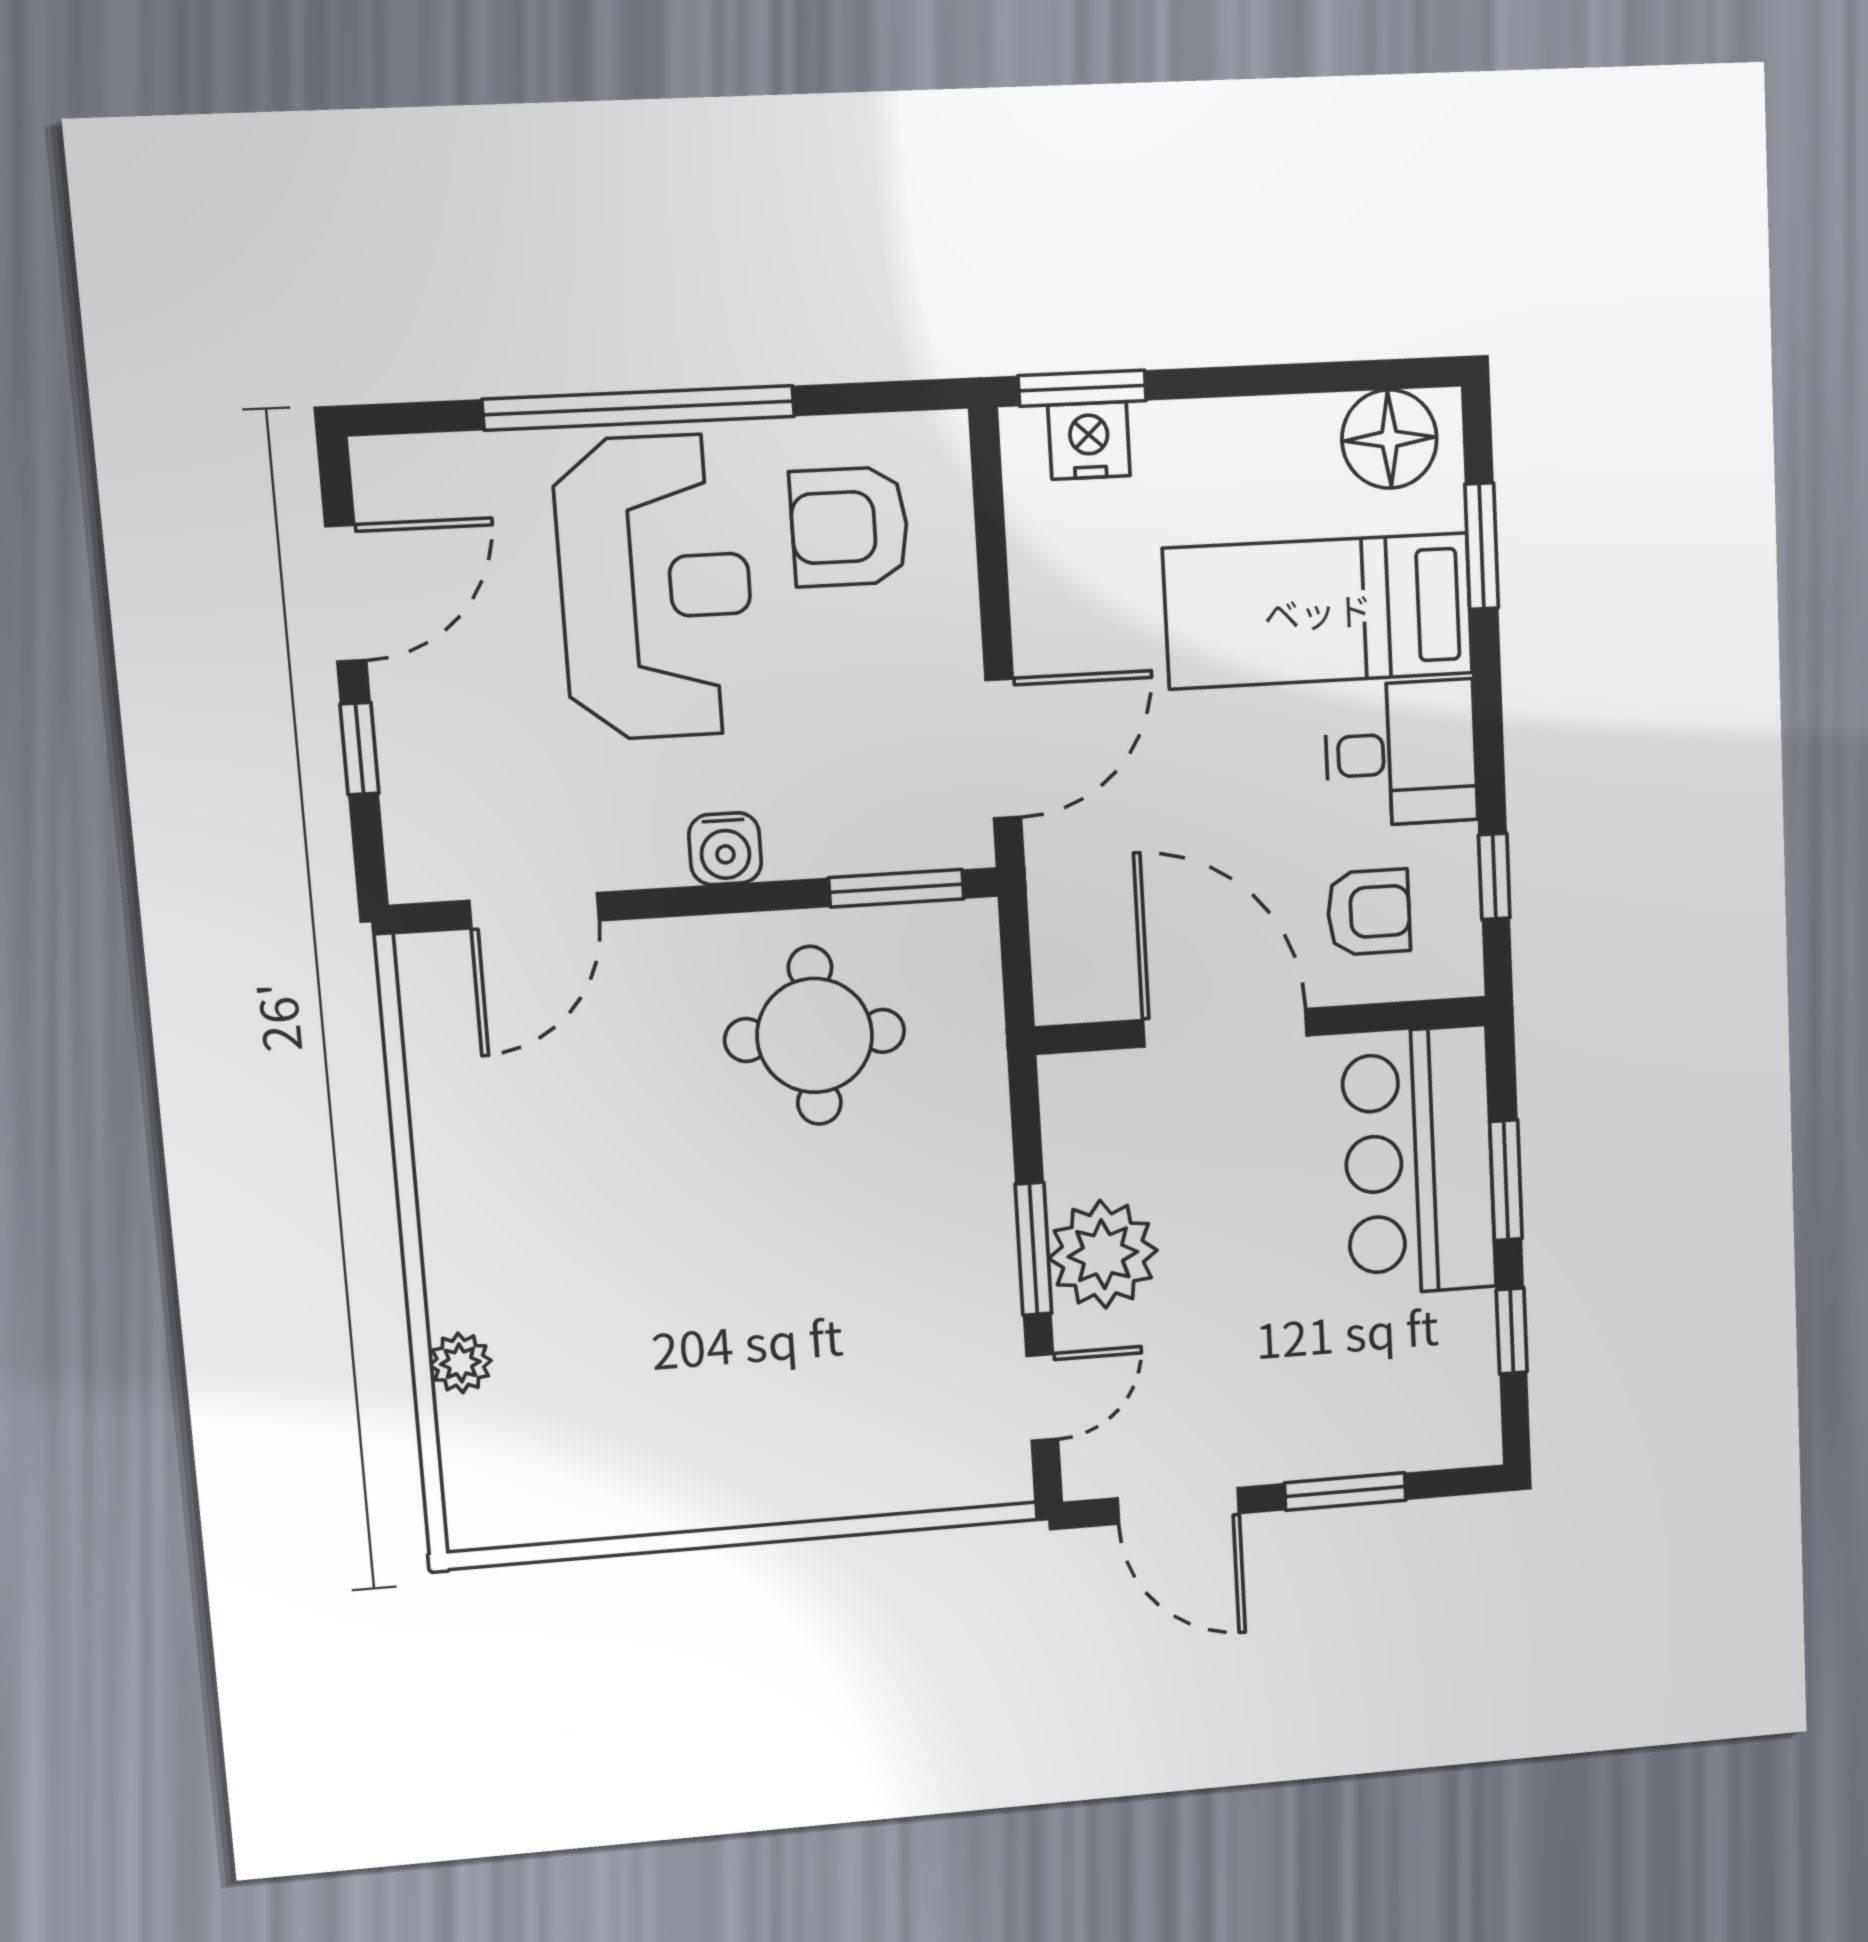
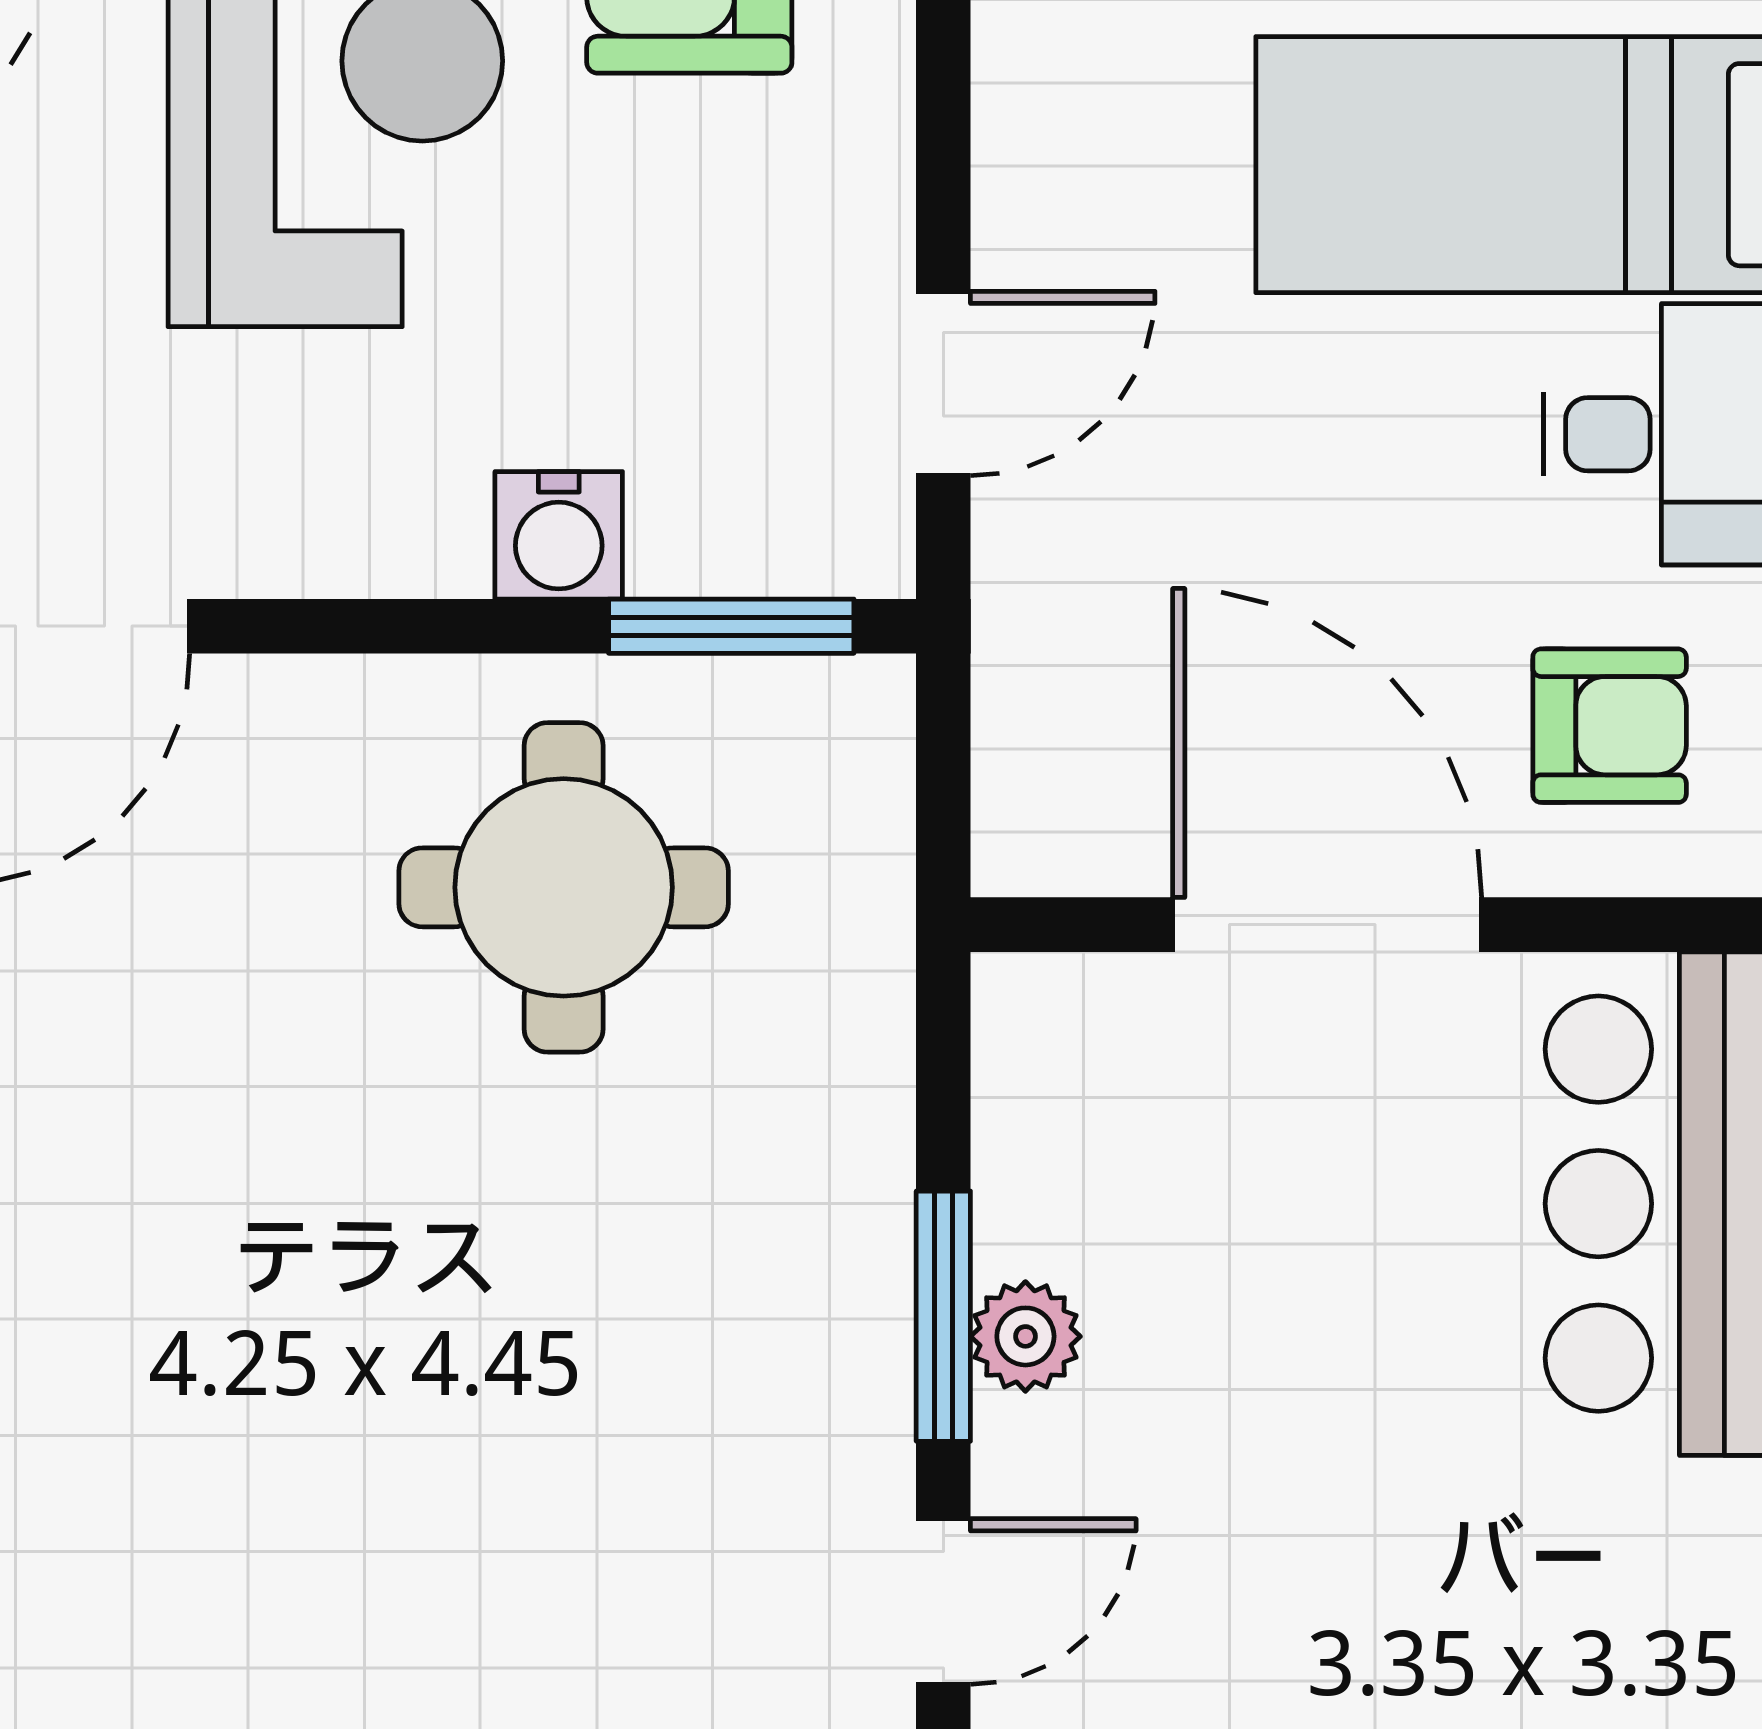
door: (1003, 749) -> (943, 383), width x0.73
water cooler: (725, 849) -> (559, 535), moved
plant: (1103, 1254) -> (1025, 1336), width x0.53, depth x0.53

